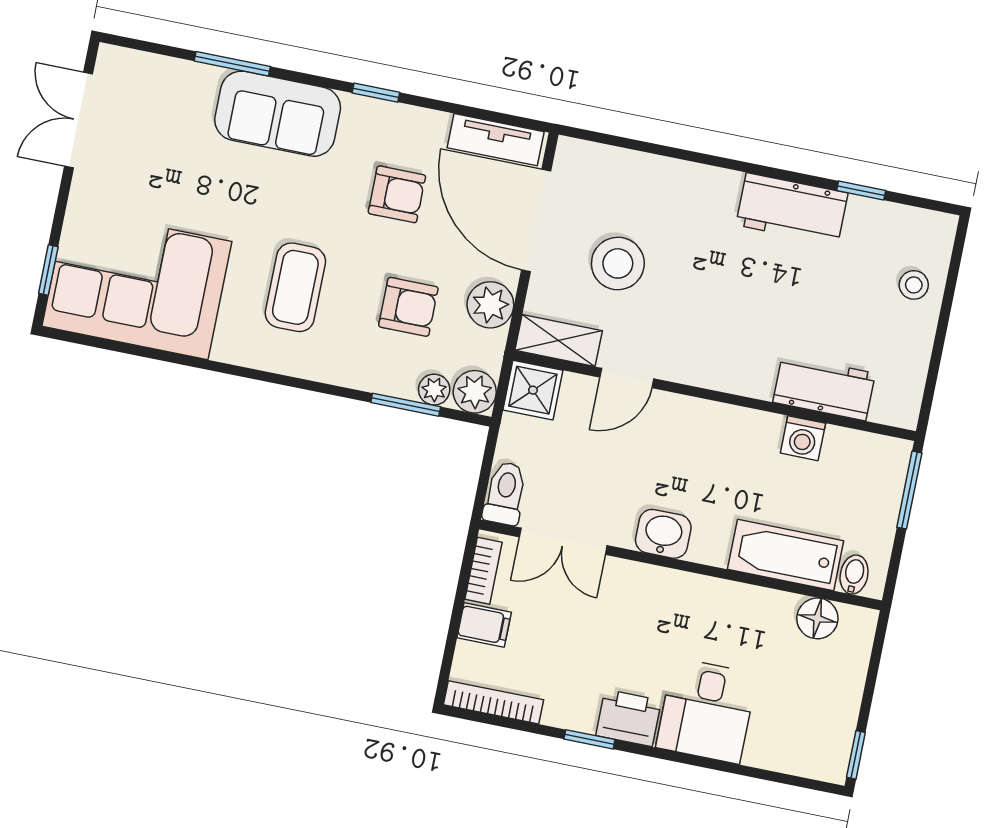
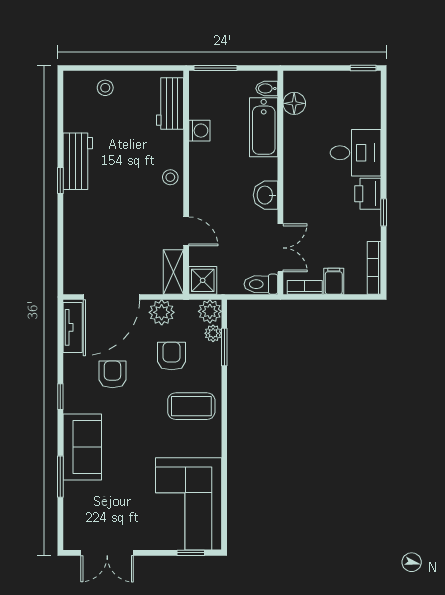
window: (861, 191) -> (60, 180), moved
stool: (618, 263) -> (170, 177), moved, width x0.53, depth x0.53
coffee table: (295, 287) -> (191, 406), moved
workbench: (824, 388) -> (170, 104), moved

